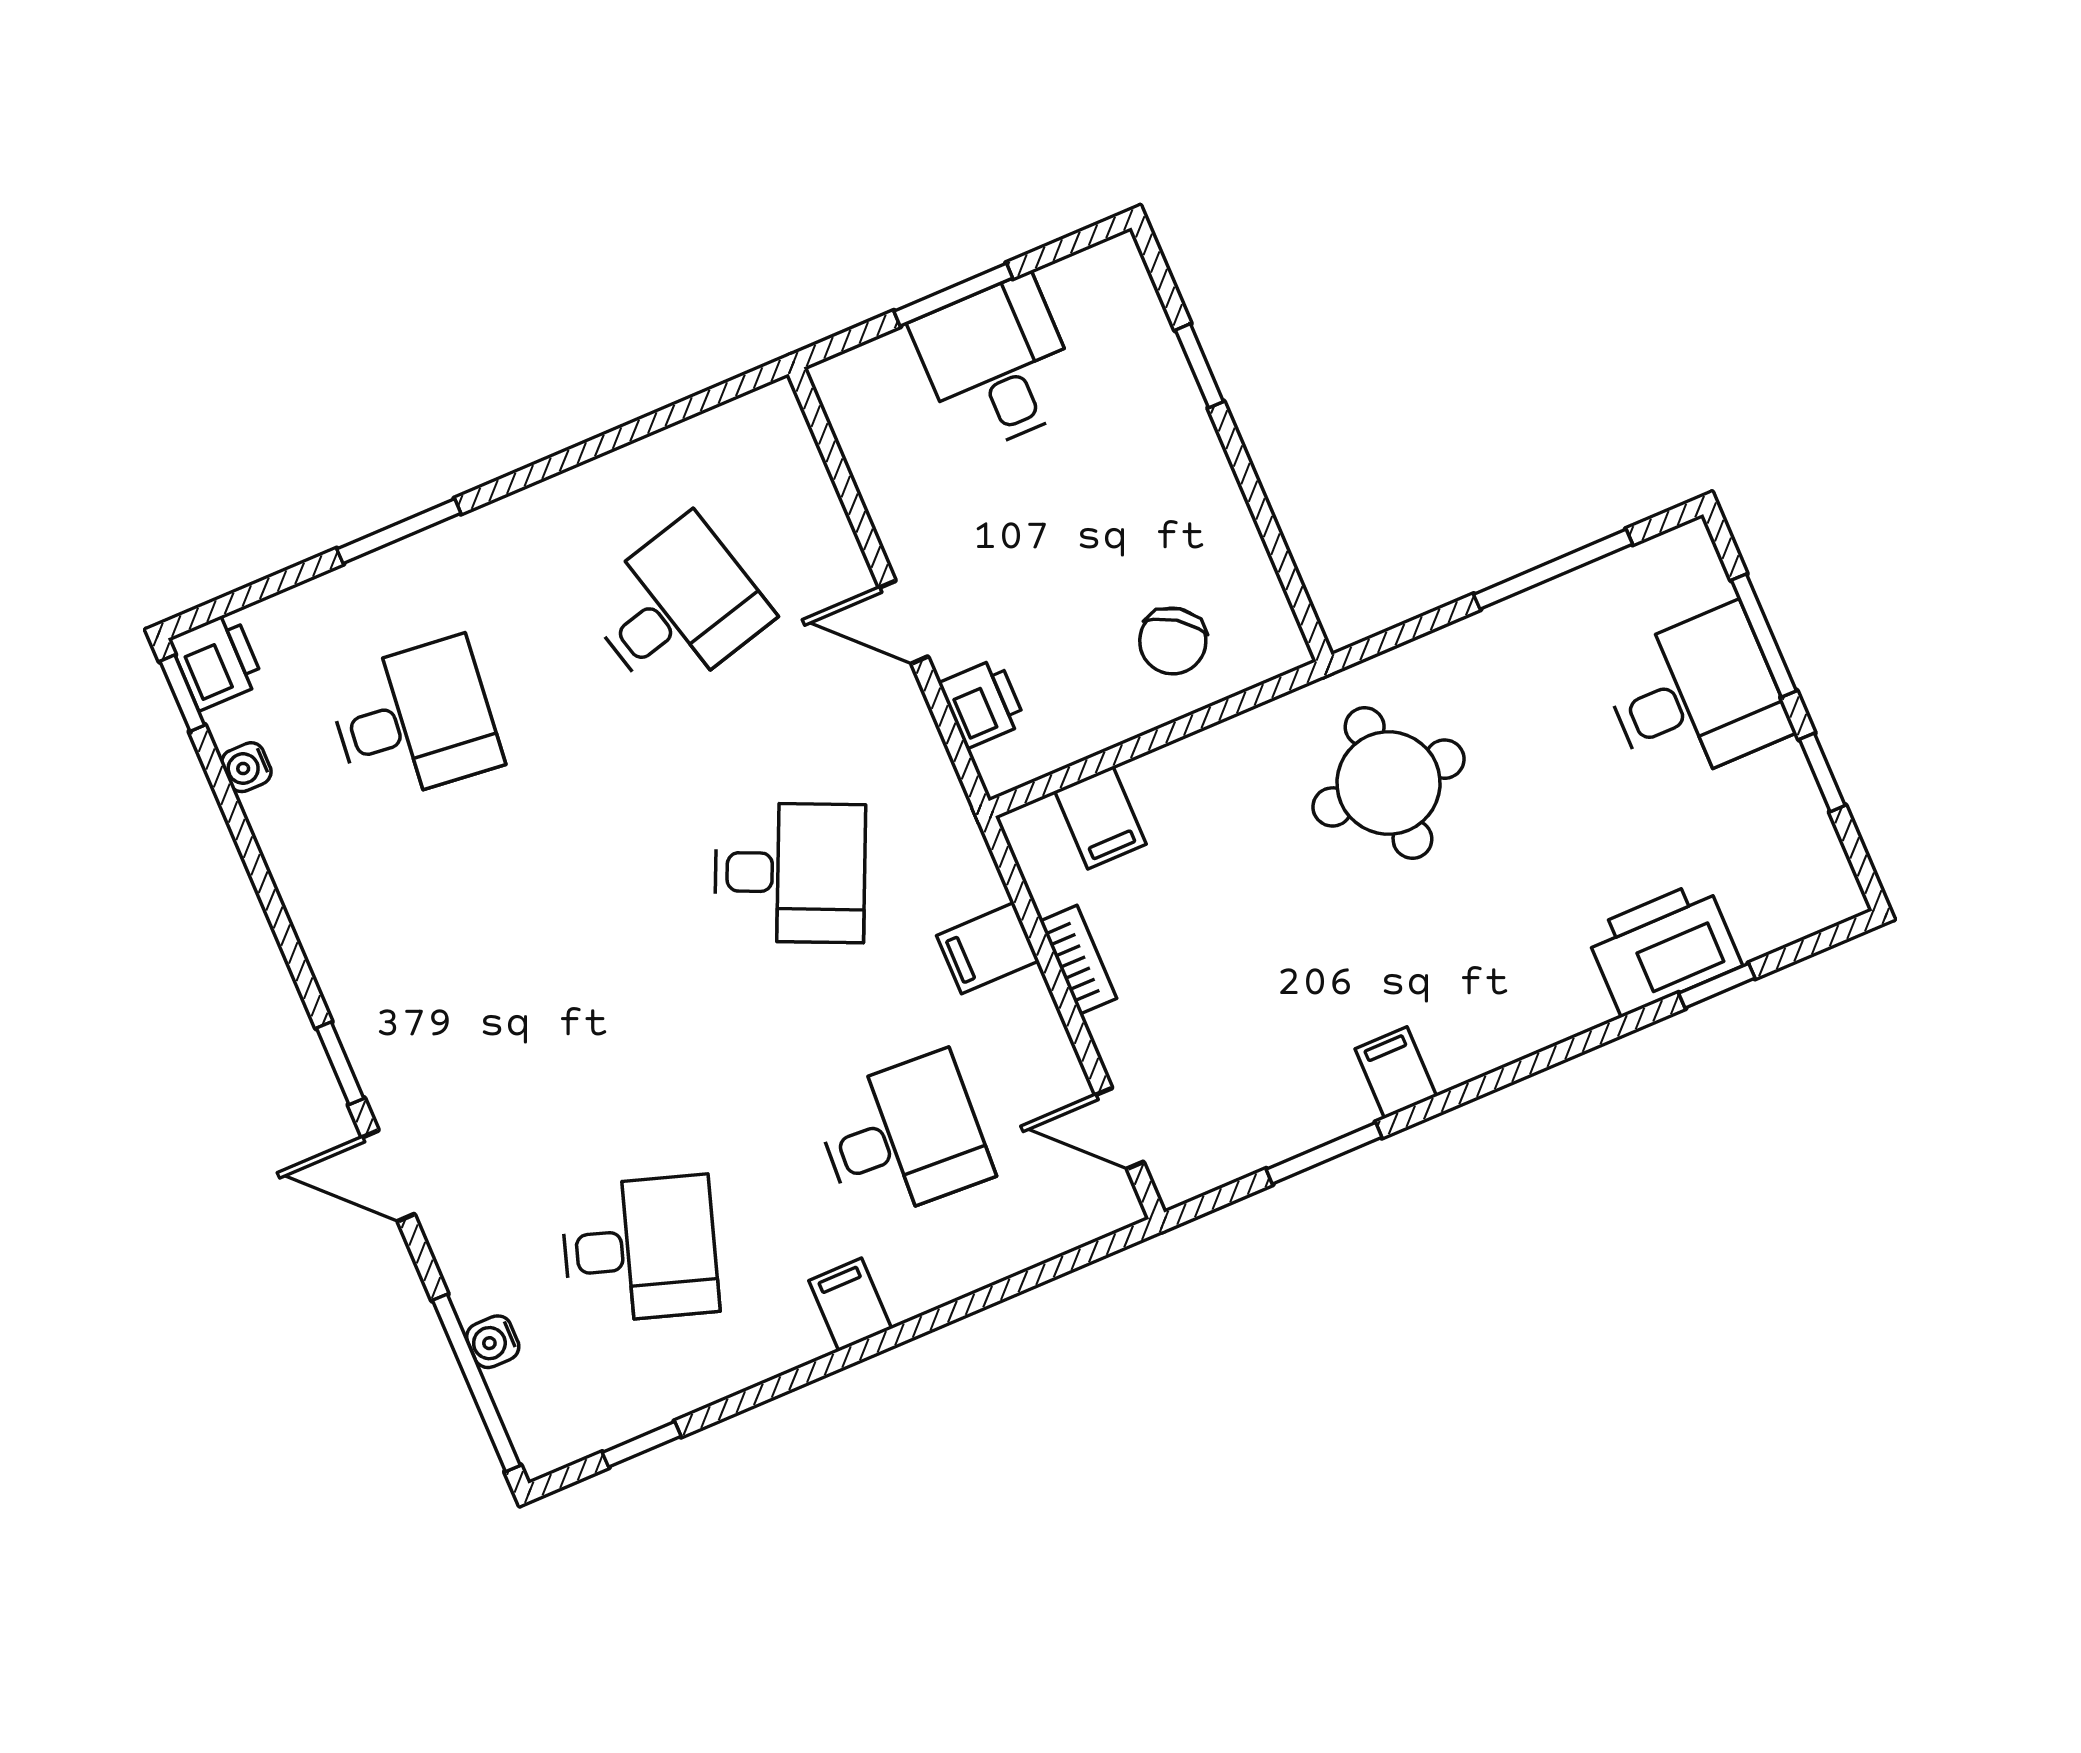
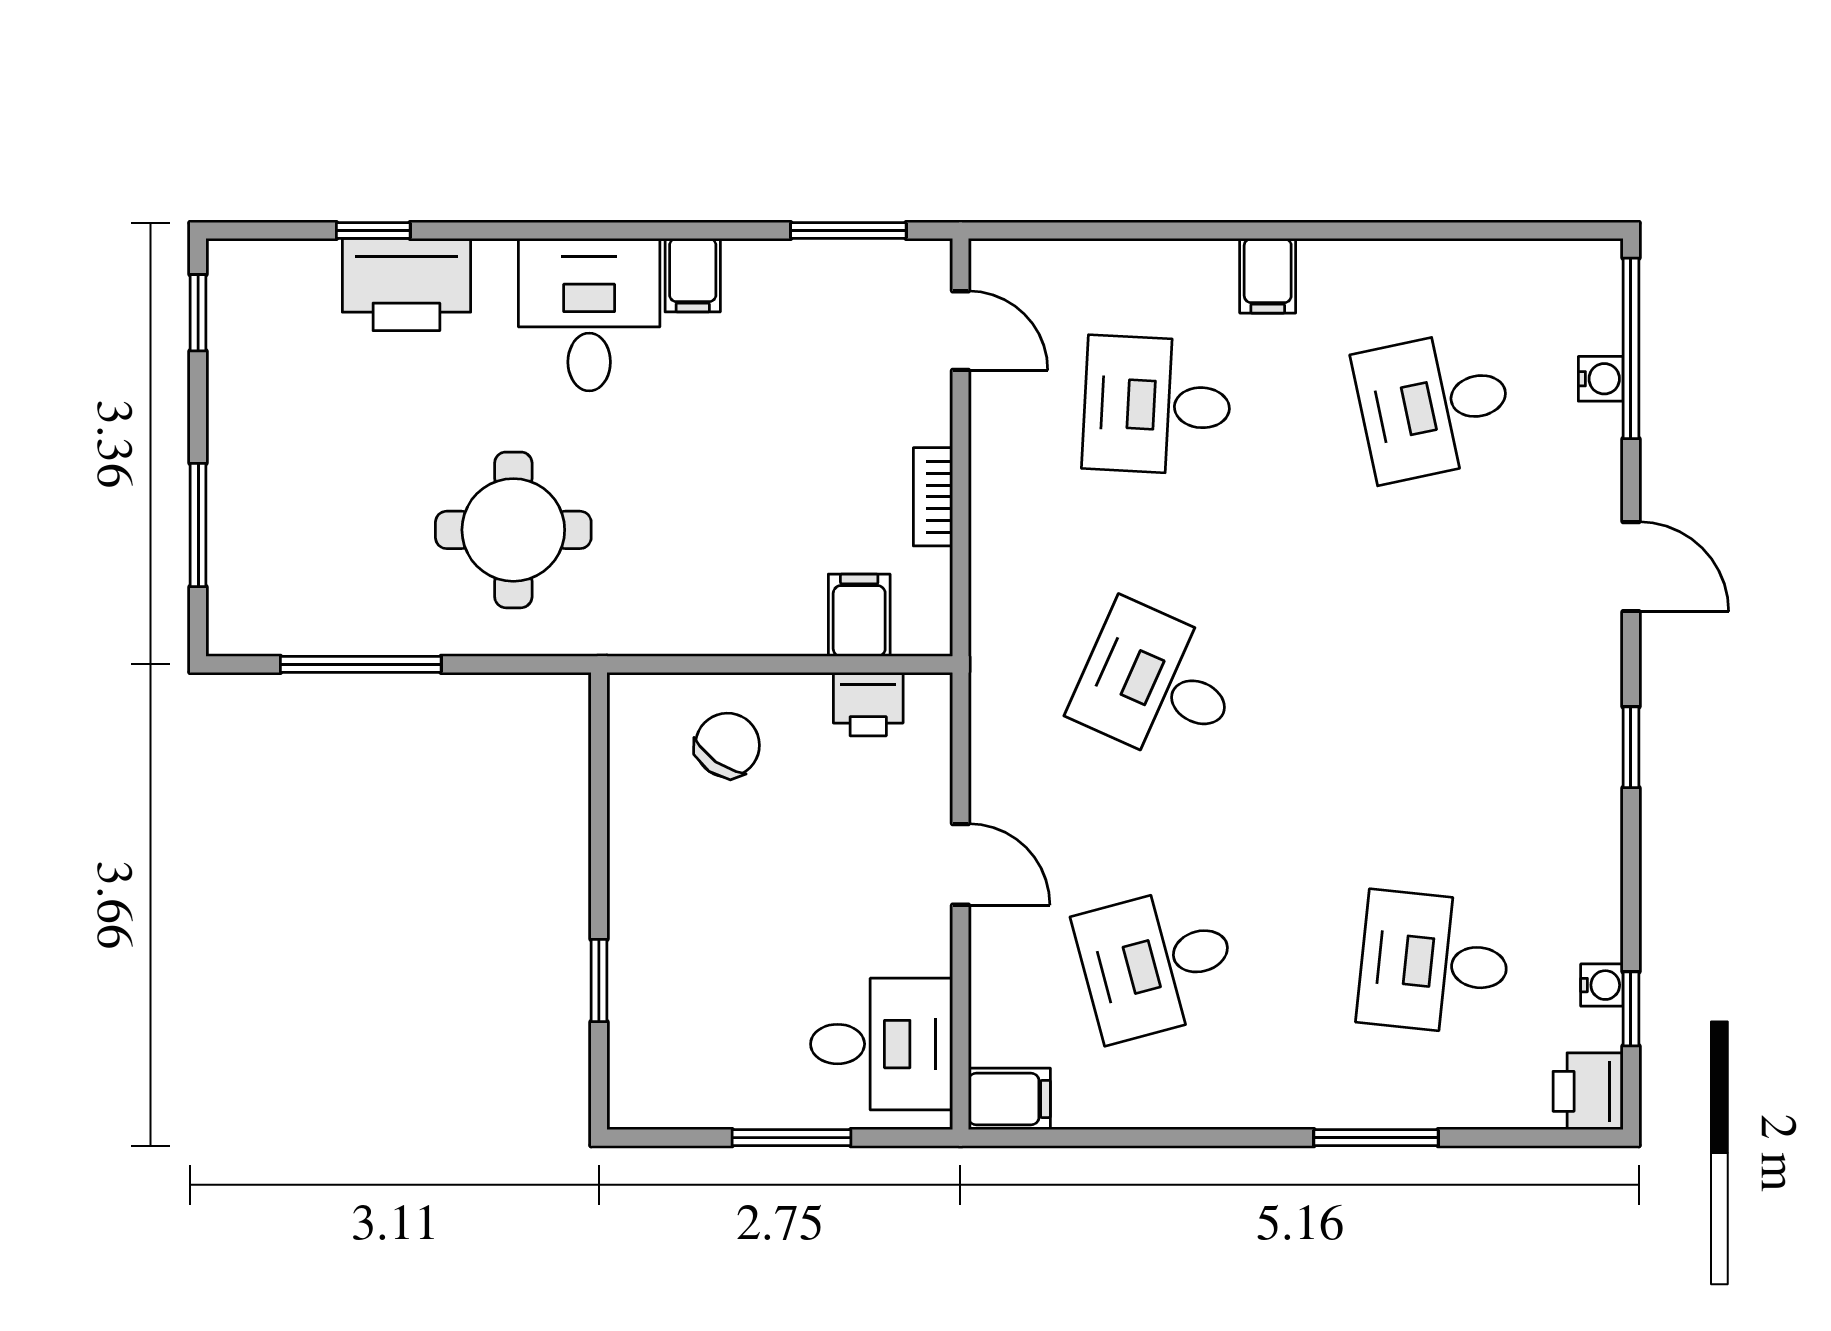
desk: (997, 364) -> (882, 1044), moved, turned -90
window: (182, 693) -> (1631, 1009), moved
desk: (1696, 697) -> (589, 315), moved, turned 90
printer: (982, 703) -> (868, 704), moved, turned -90
window: (1822, 772) -> (198, 313), moved
round table: (1389, 783) -> (513, 530), moved
filing cabinet: (988, 948) -> (1009, 1099), moved
window: (340, 1063) -> (1631, 747), moved
window: (1324, 1153) -> (848, 231), moved
desk: (640, 1249) -> (1434, 405), turned -30
window: (642, 1444) -> (1507, 231), removed

